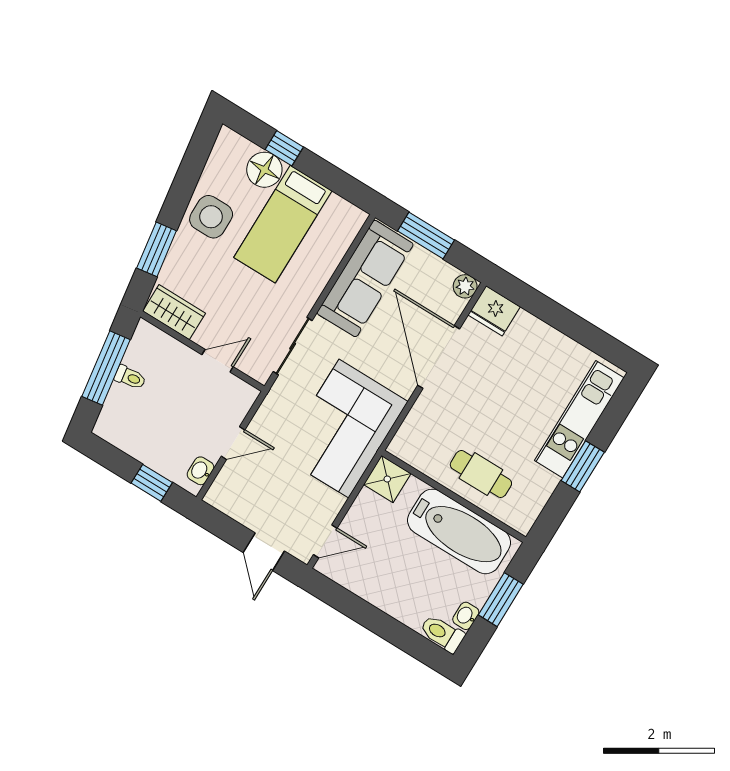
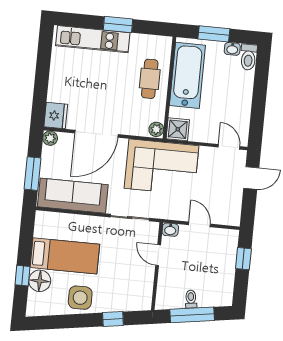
window: (157, 249) -> (113, 319), width x0.67
wardrobe: (174, 312) -> (143, 292), removed
plant: (402, 448) -> (156, 129), added
washbasin: (200, 471) -> (170, 230), moved

